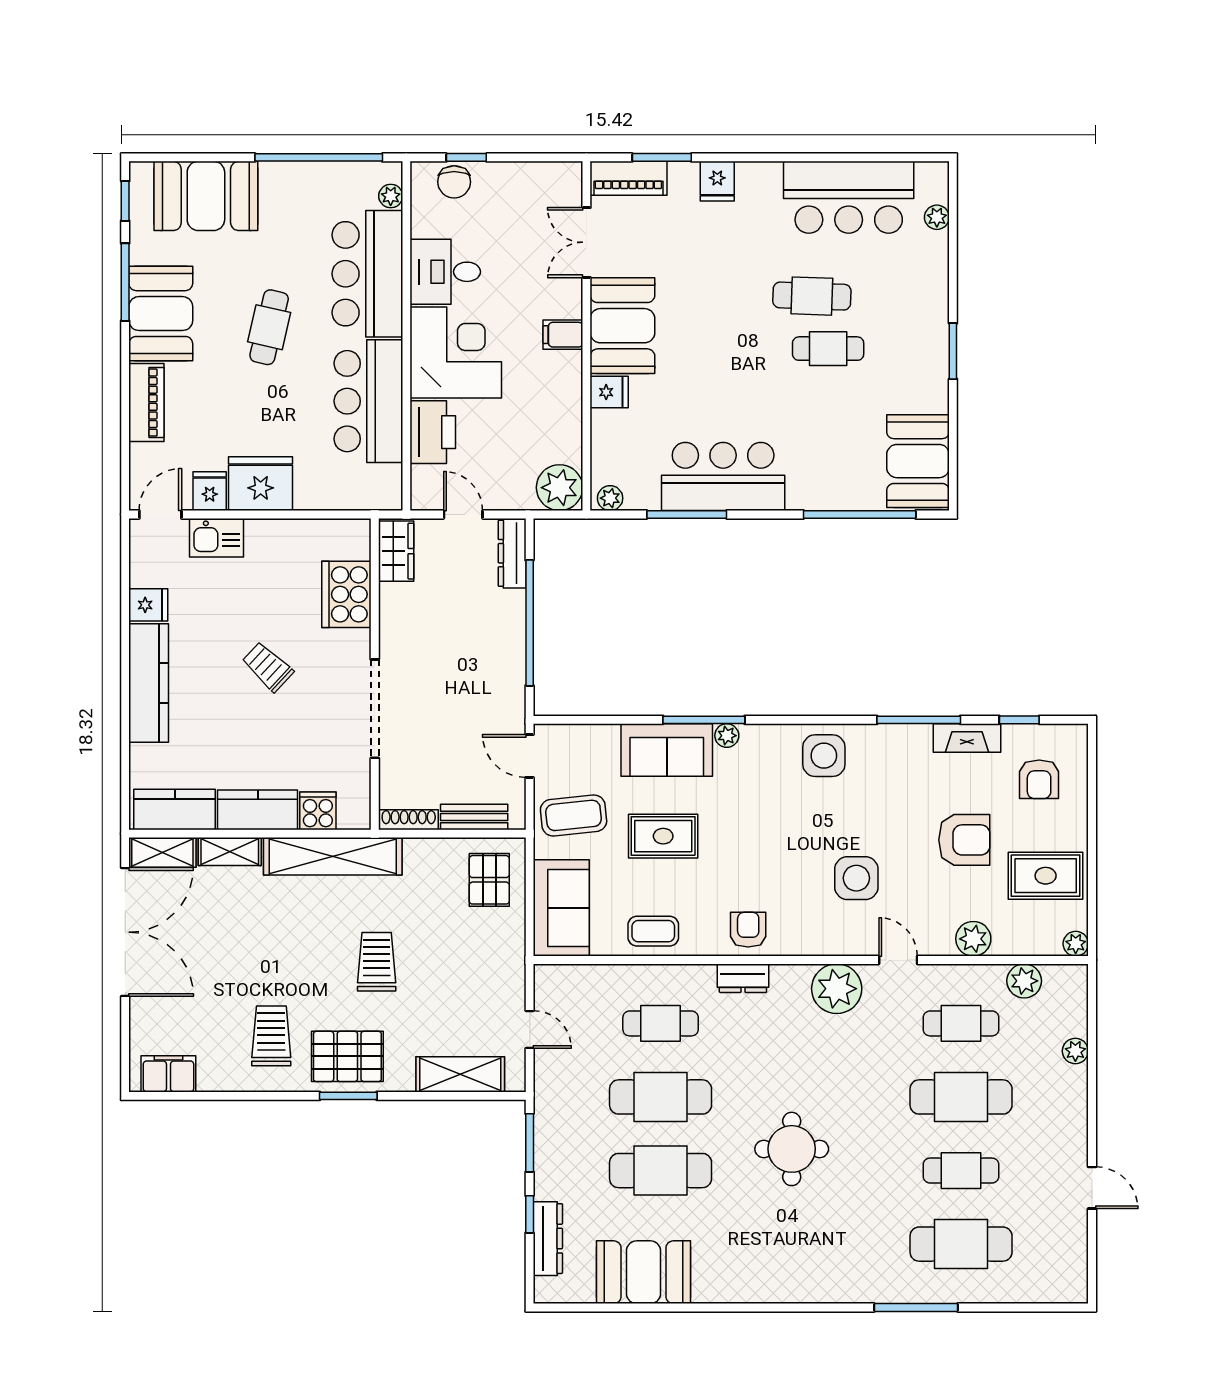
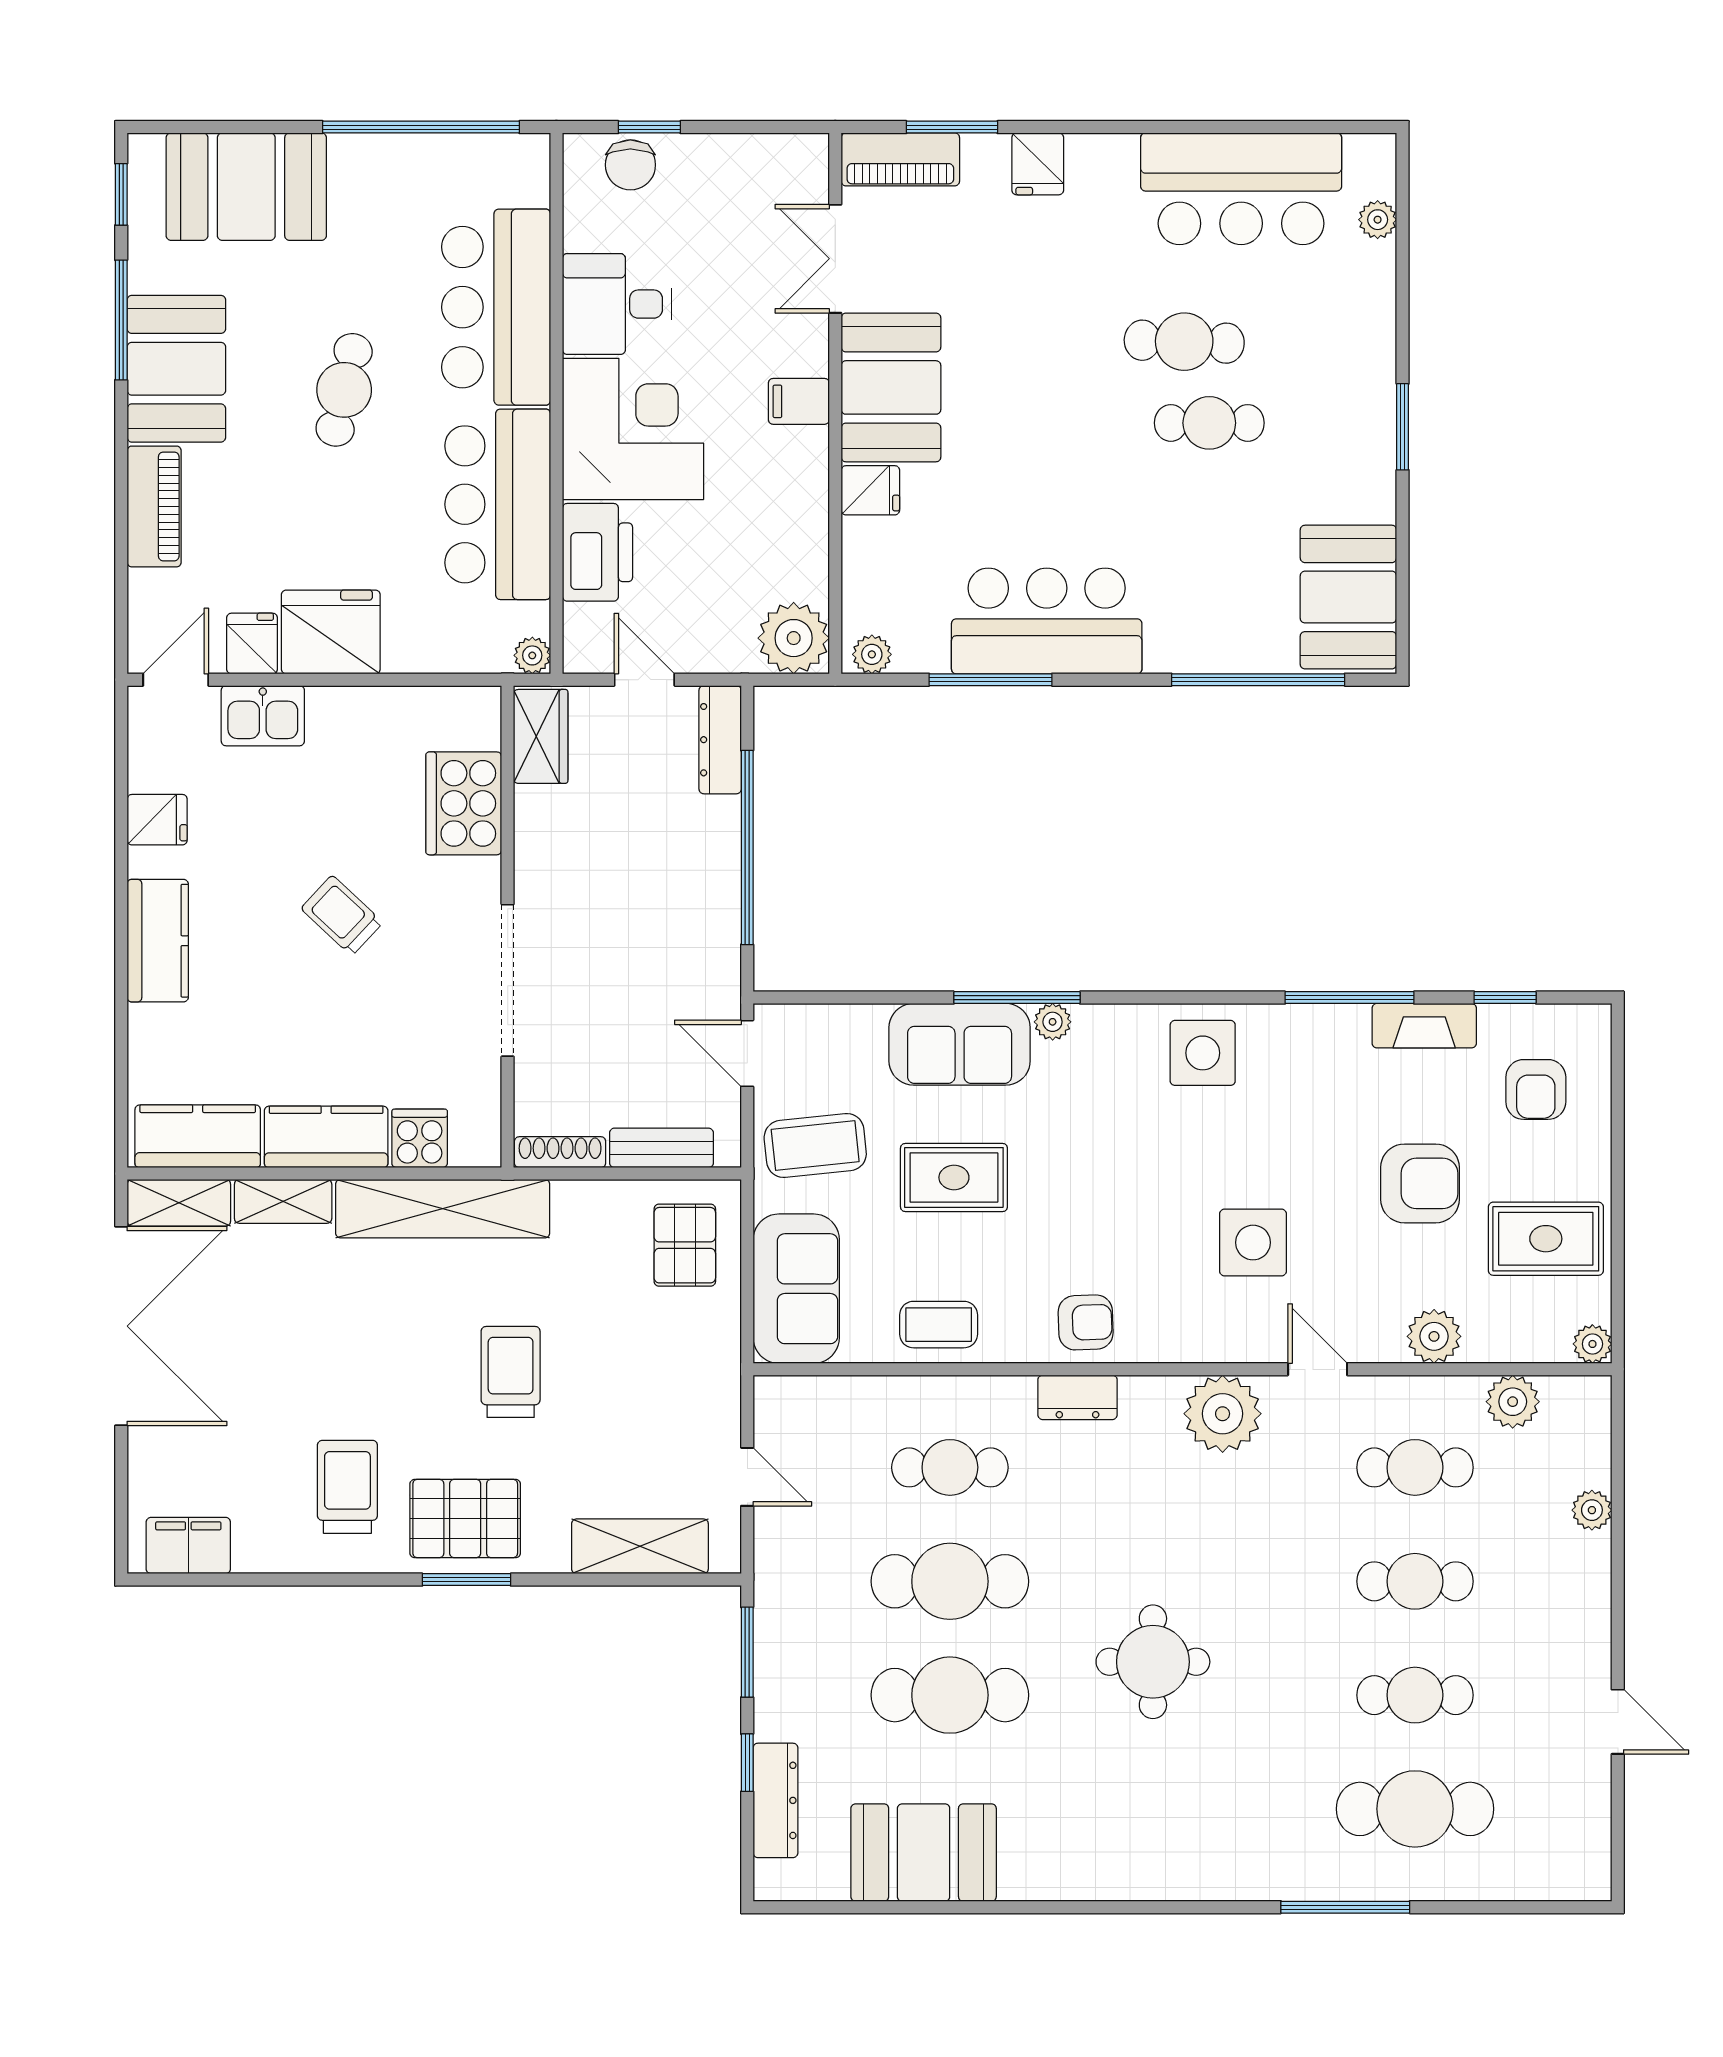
plant: (391, 196) -> (532, 655), moved
kitchen counter: (149, 683) -> (158, 941), width x0.67
armchair: (748, 930) -> (1086, 1322), turned 88
cafe table: (961, 1097) -> (1415, 1581), width x0.73, depth x0.74

